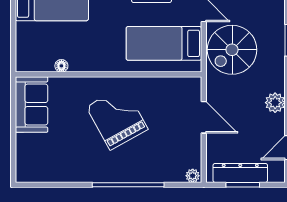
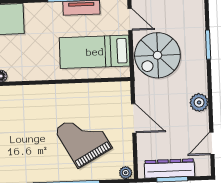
grand piano: (117, 118) -> (83, 139), moved

